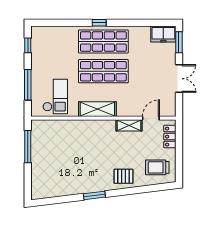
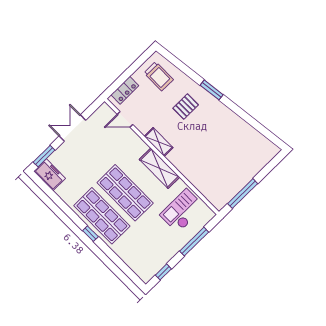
shelving: (129, 125) -> (159, 142), moved
pallet: (123, 176) -> (186, 107), moved, turned 90
window: (94, 195) -> (212, 90), moved

